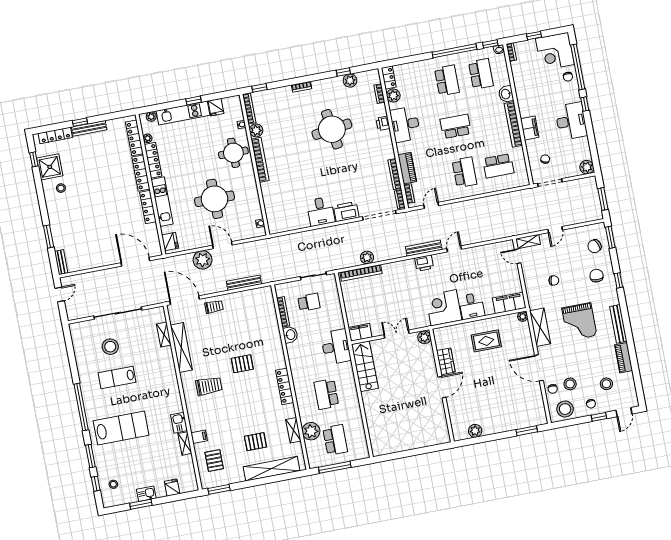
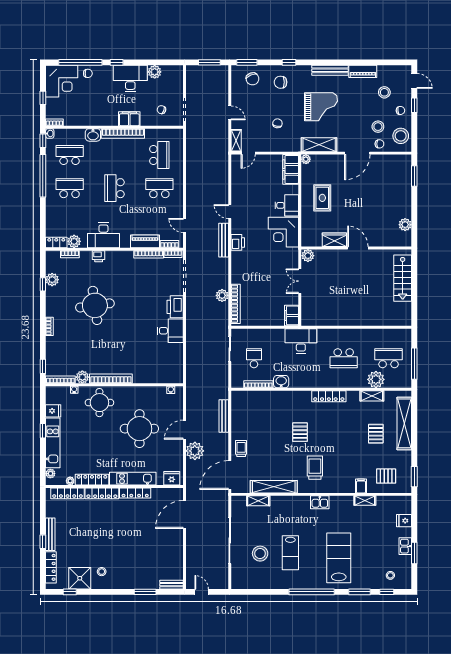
plant: (587, 167) -> (155, 72), moved
stairs: (365, 366) -> (403, 278), moved, turned -90
kitchen sink: (179, 423) -> (320, 502), moved

